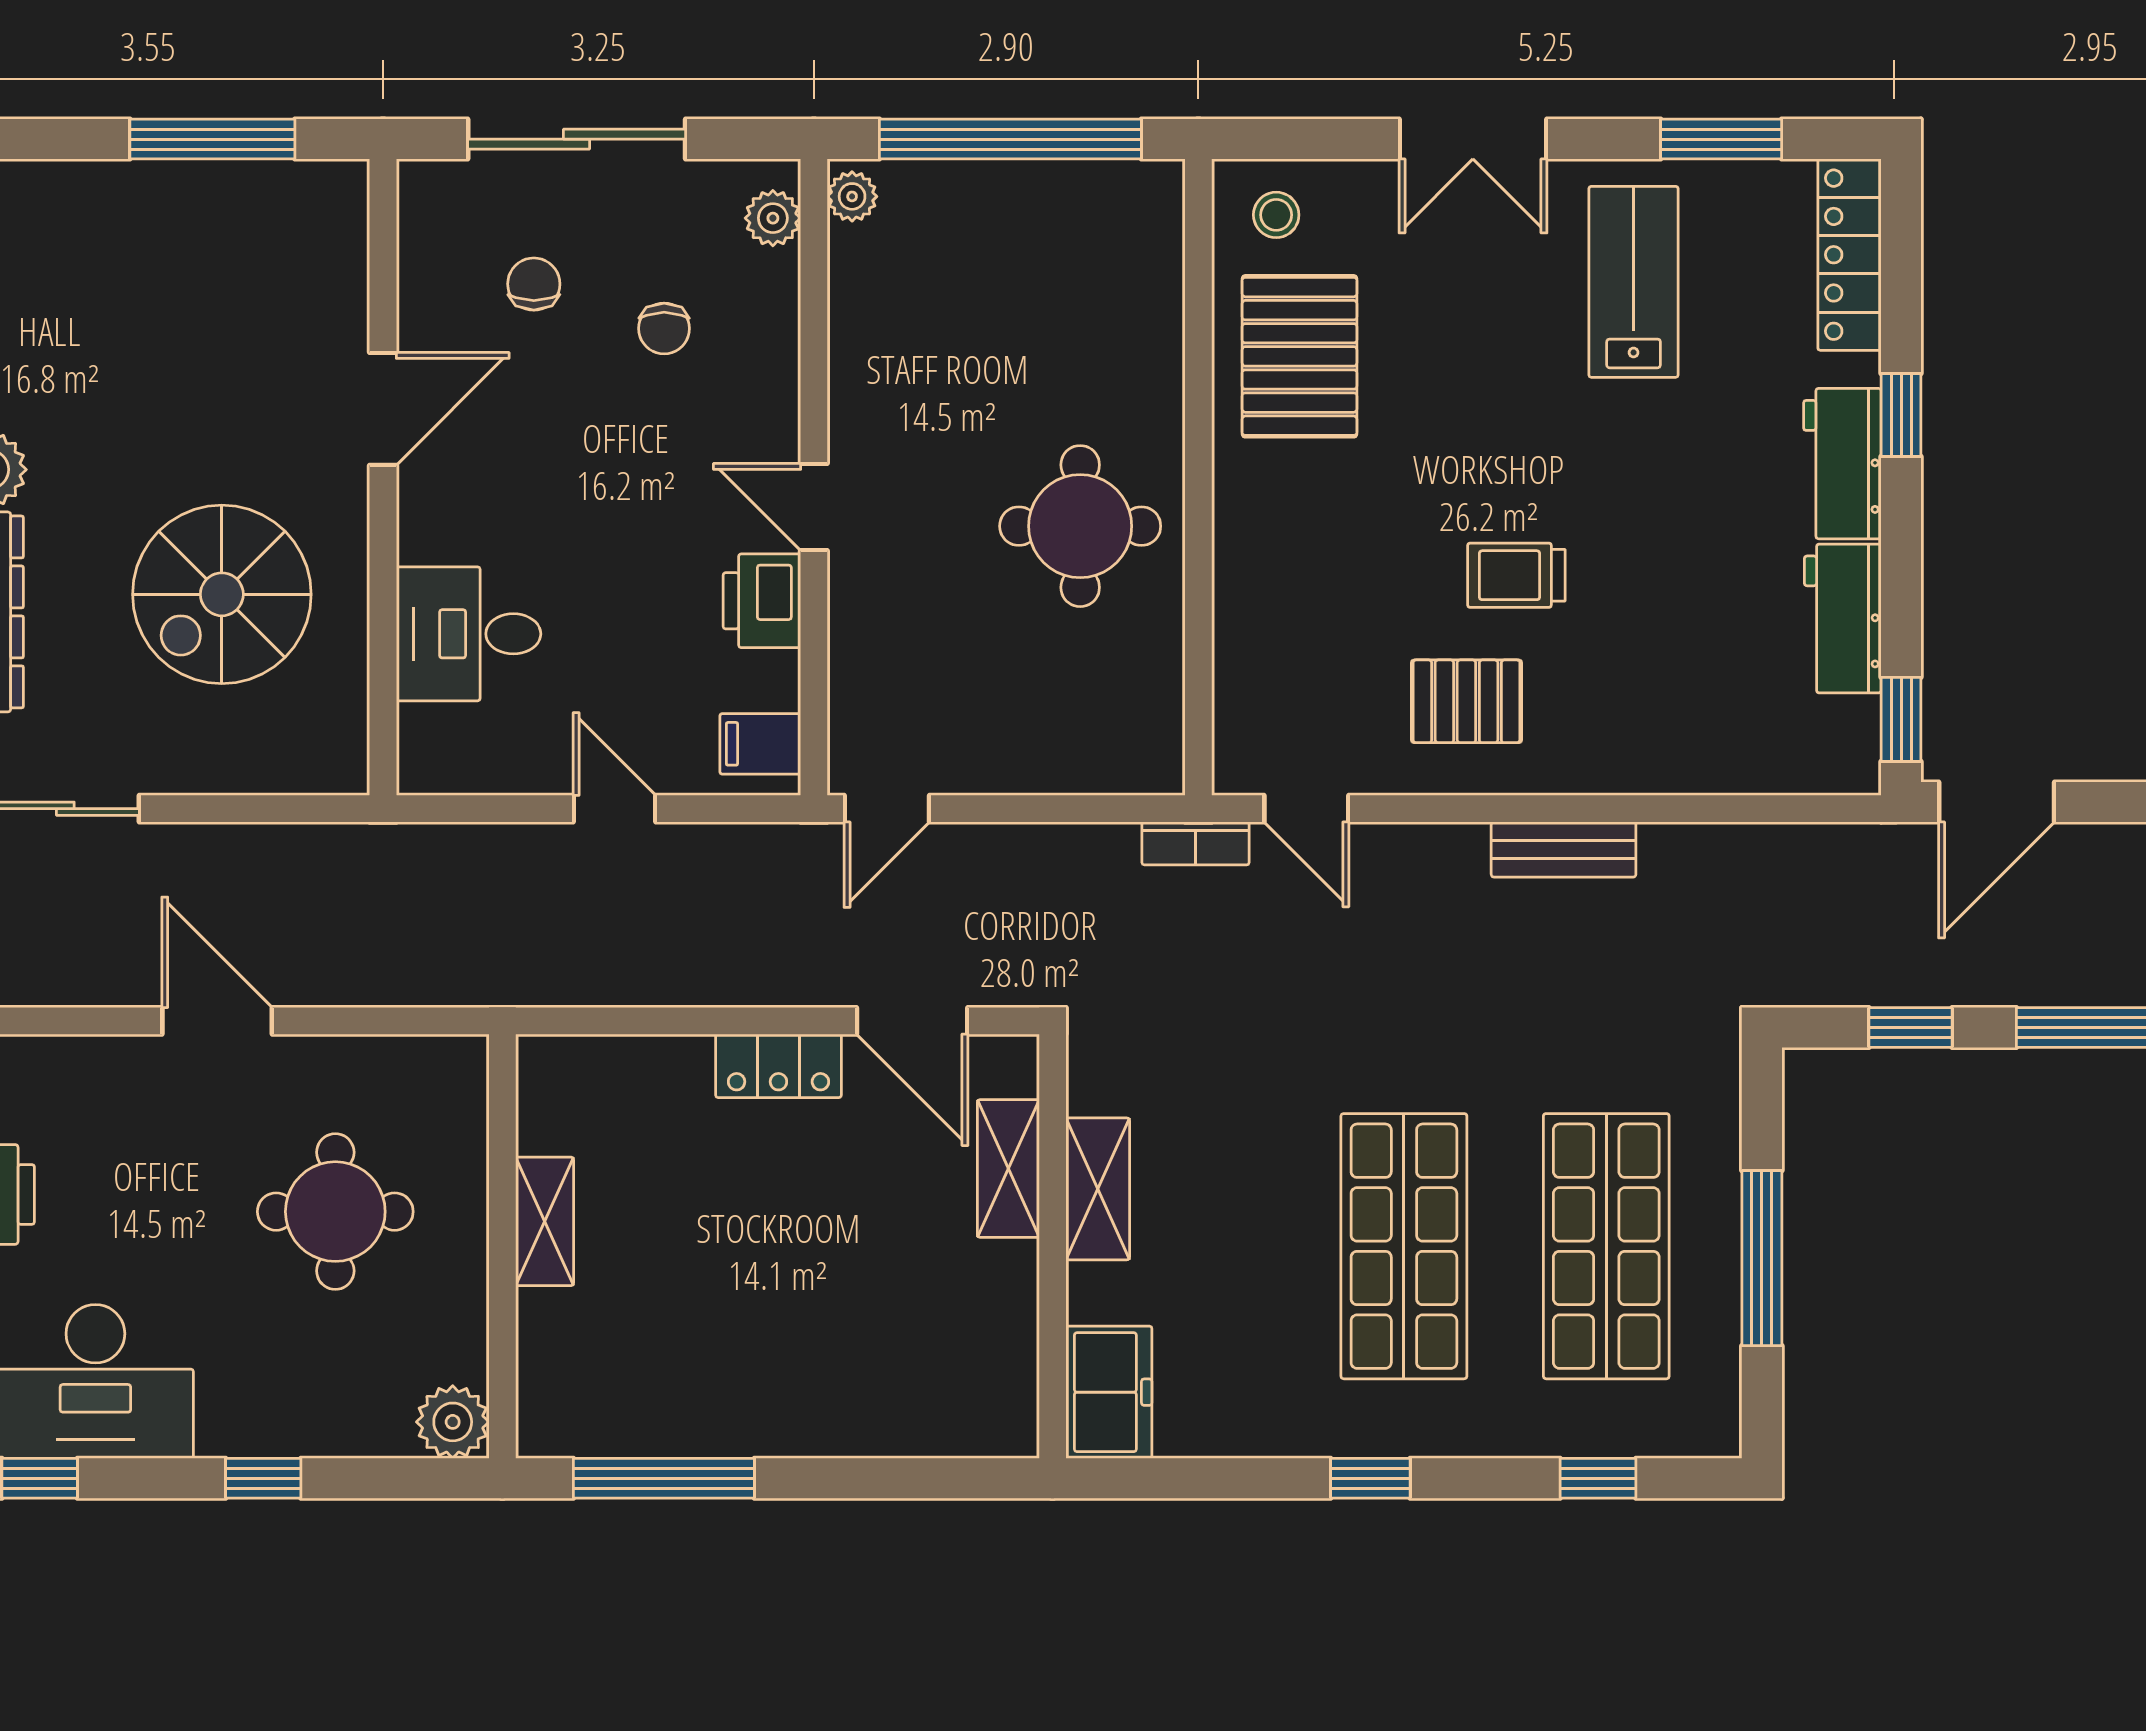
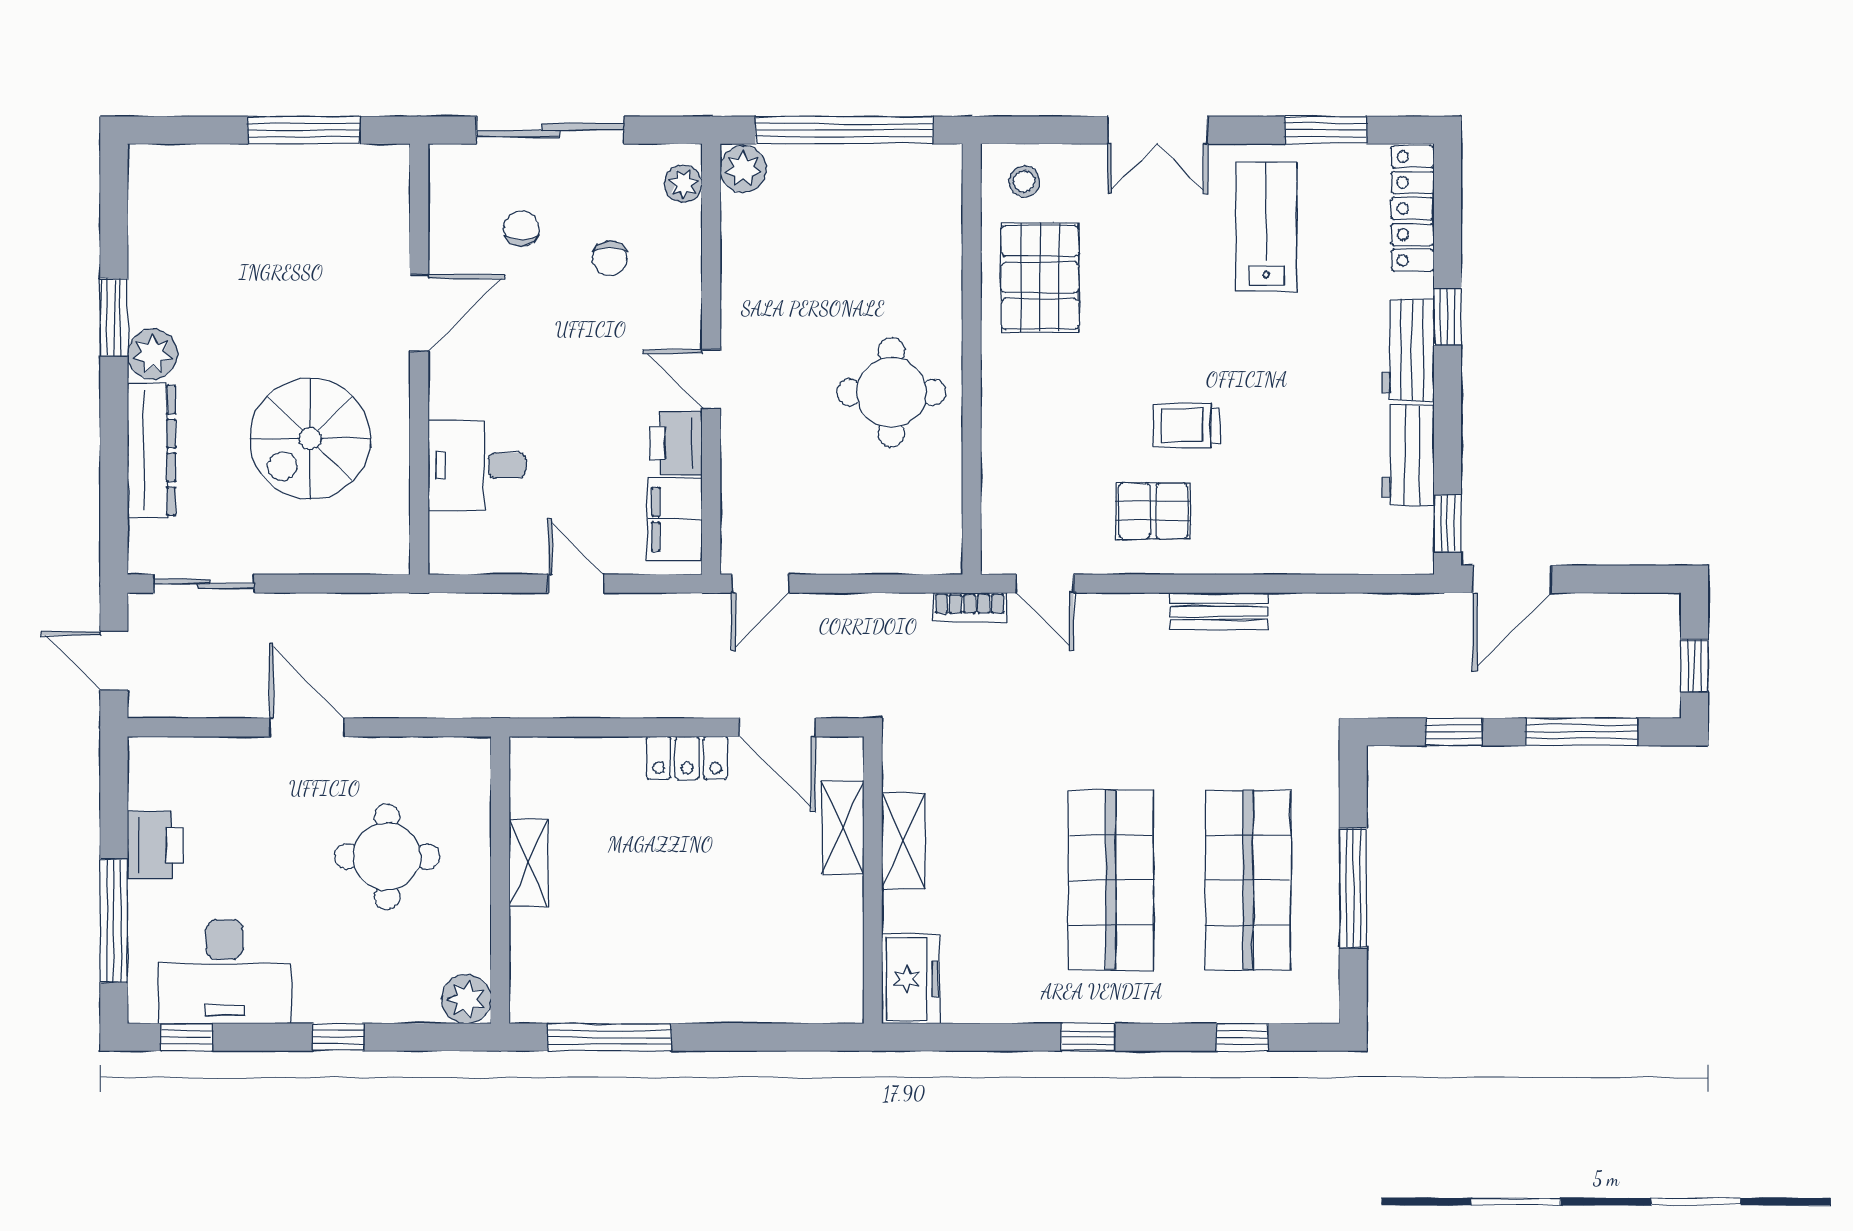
plant: (852, 196) -> (743, 169), width x1.38, depth x1.38
filing cabinet: (760, 744) -> (675, 519), width x2.00

